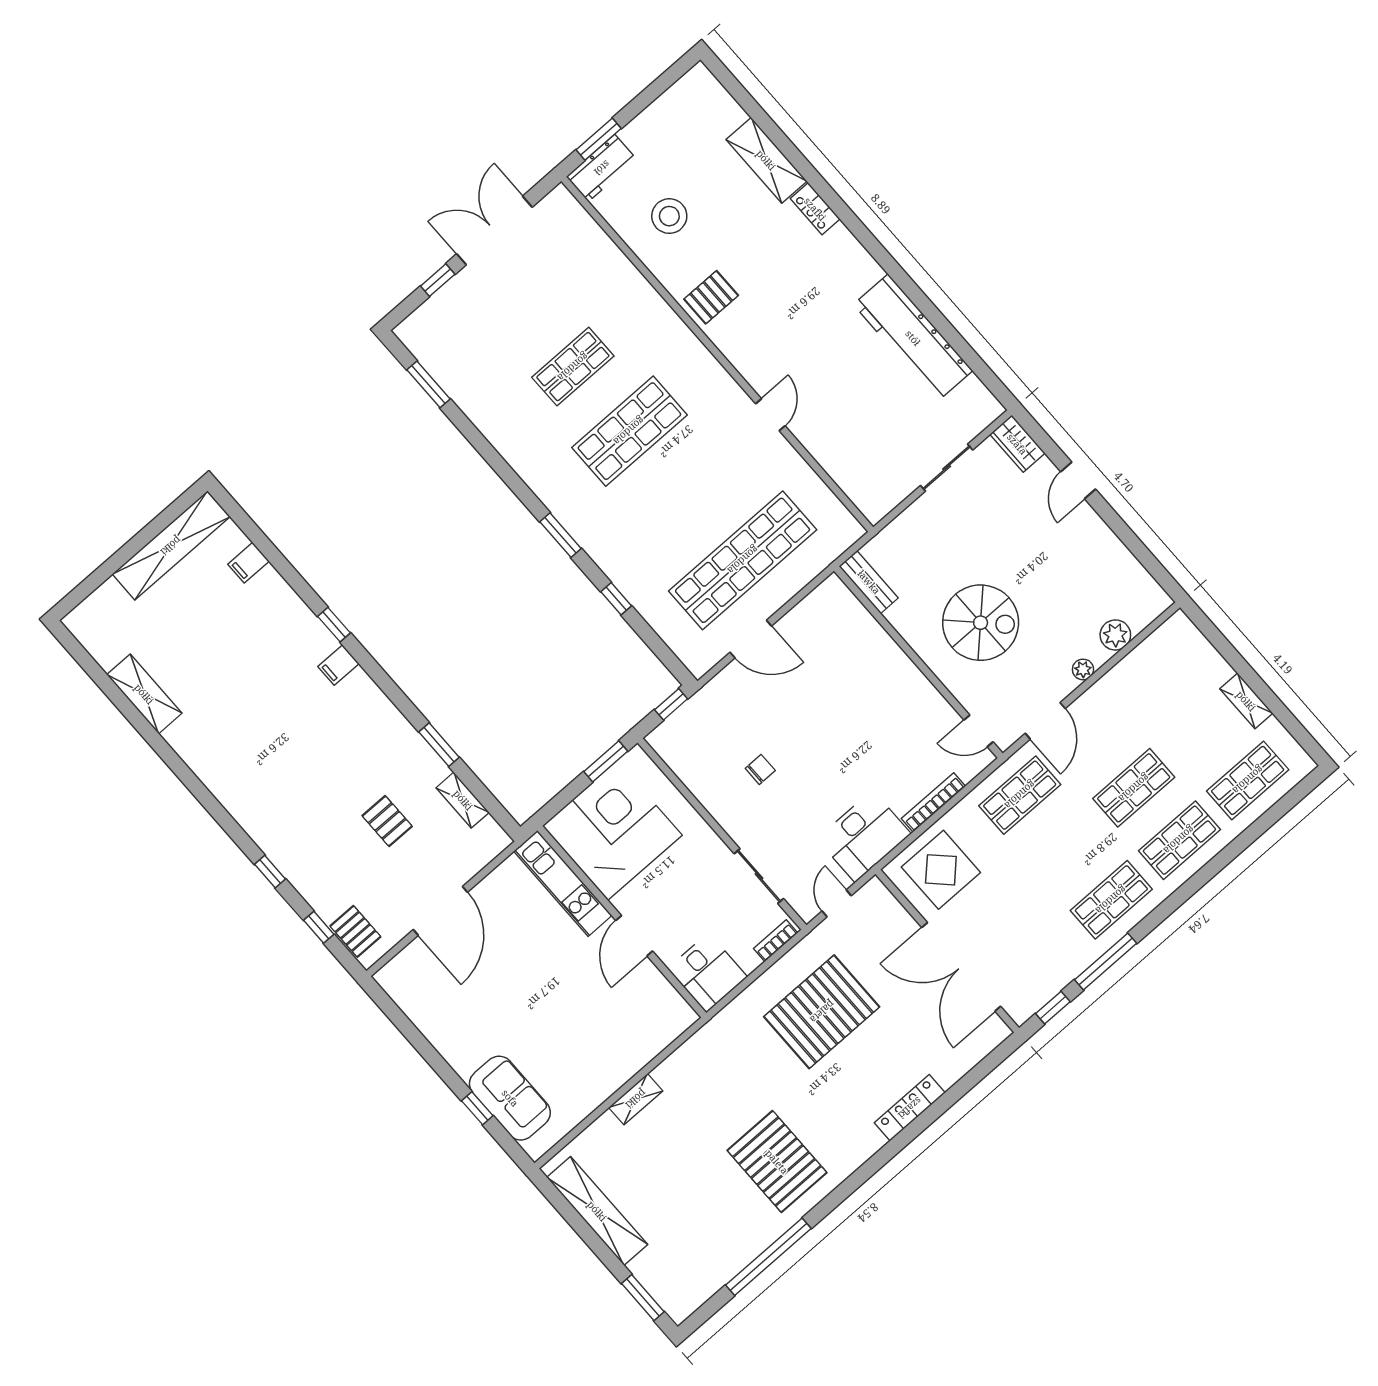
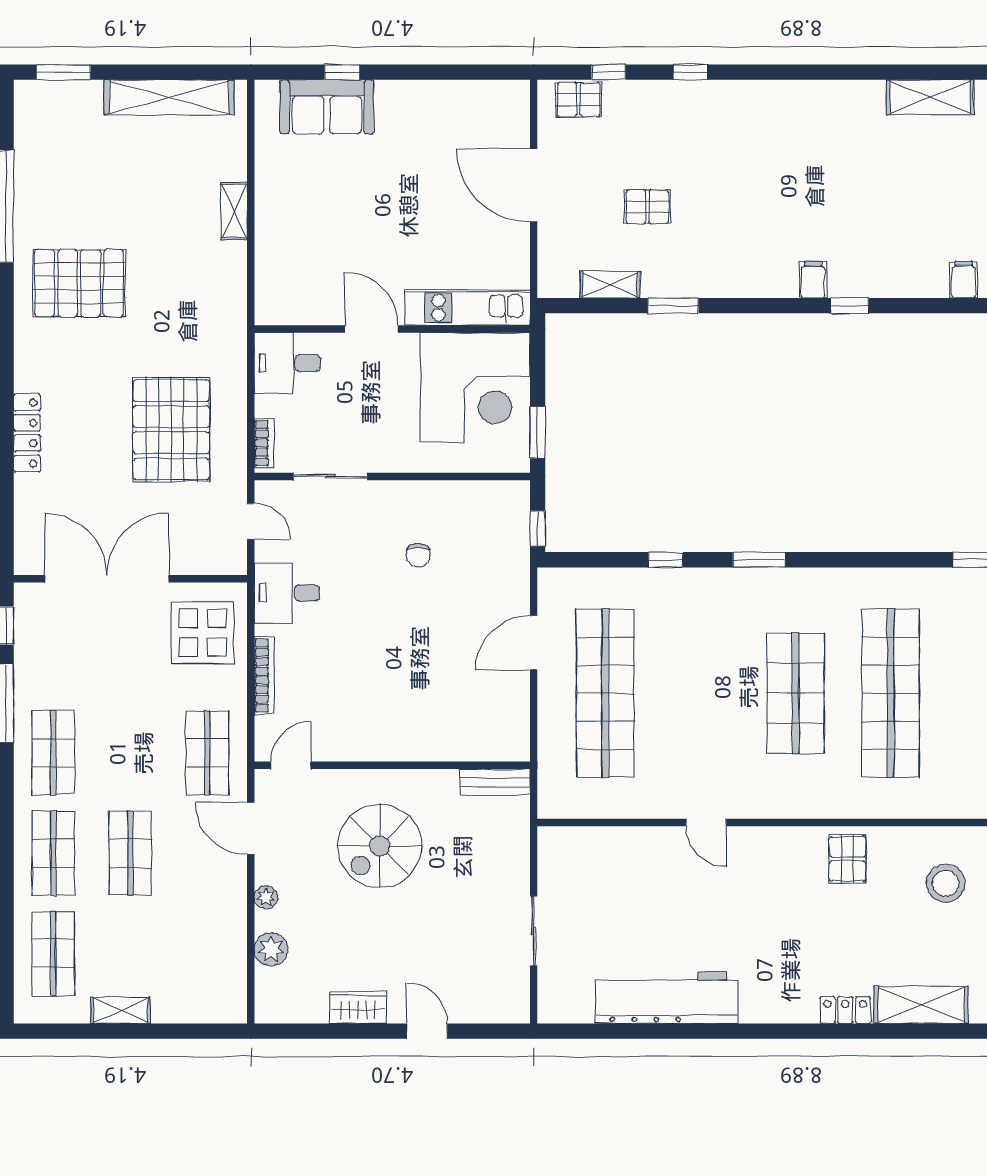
shop shelf: (573, 367) -> (891, 693), width x2.00, depth x1.36
wardrobe: (1017, 444) -> (358, 1007), moved
desk: (864, 836) -> (287, 593), width x0.73

